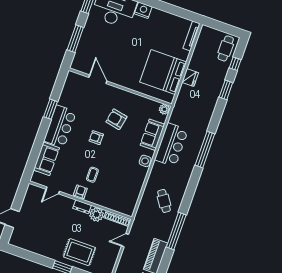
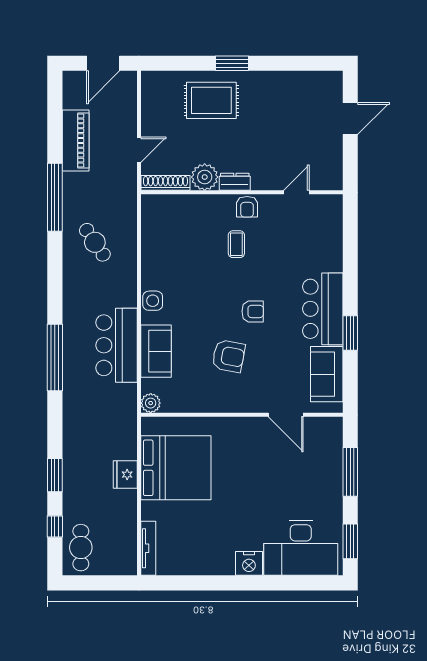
sofa: (46, 159) -> (327, 374), moved

